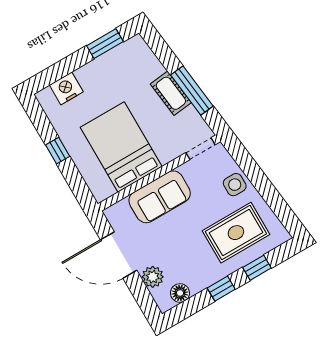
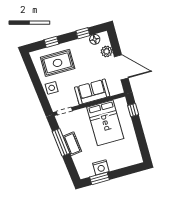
nightstand: (66, 88) -> (101, 167), moved
window: (58, 151) -> (133, 110), moved
window: (221, 289) -> (83, 33), moved

